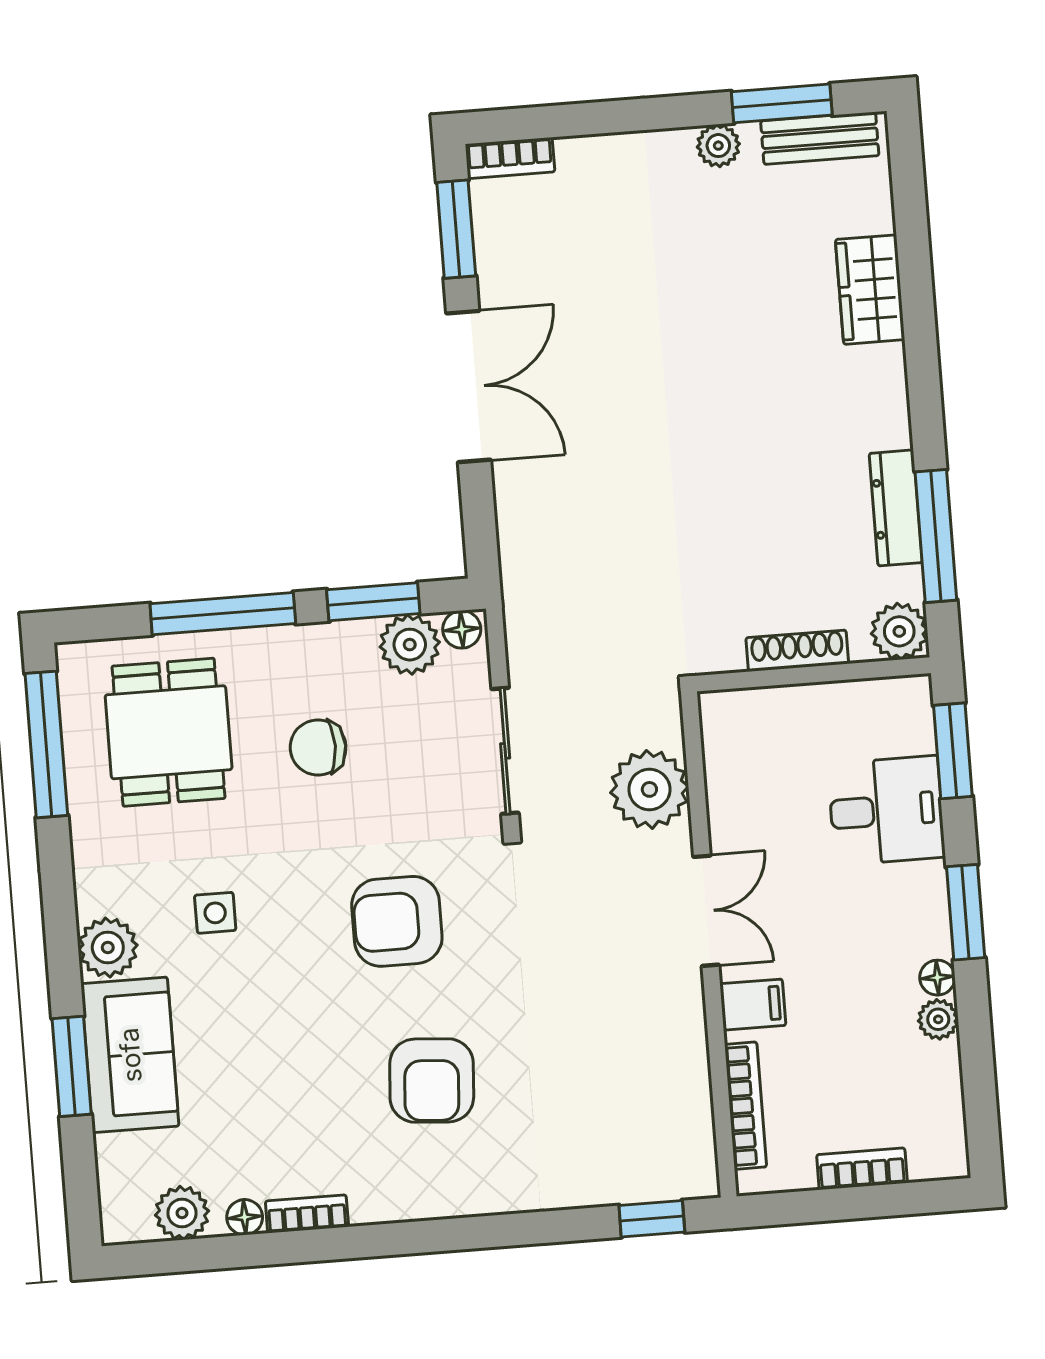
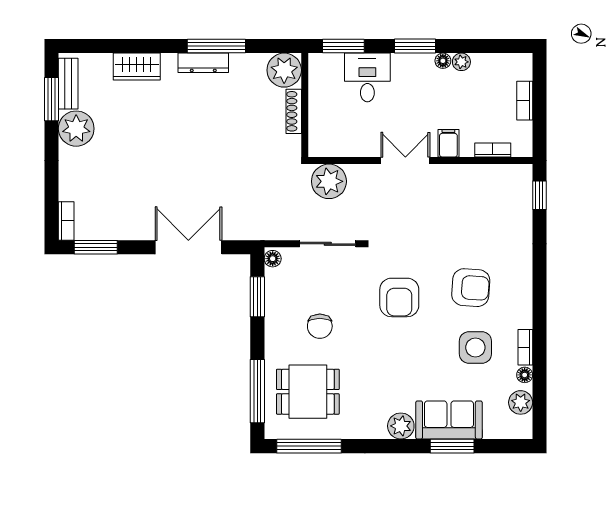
plant: (718, 146) -> (76, 129), width x1.88, depth x1.88
double door: (469, 387) -> (188, 247), moved
dresser: (896, 508) -> (203, 63), moved
window: (936, 536) -> (216, 46), moved
window: (223, 614) -> (257, 391), moved
plant: (899, 631) -> (284, 70), width x1.36, depth x1.36
plant: (410, 645) -> (278, 282), removed
plant: (649, 789) -> (329, 181), moved
side table: (215, 913) -> (475, 347), moved, width x1.87, depth x1.87
bookcase: (746, 1106) -> (493, 150), width x0.64

